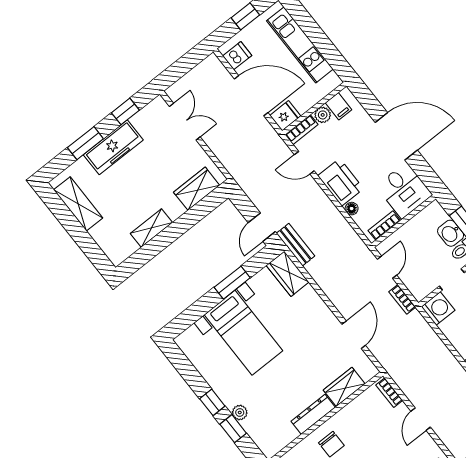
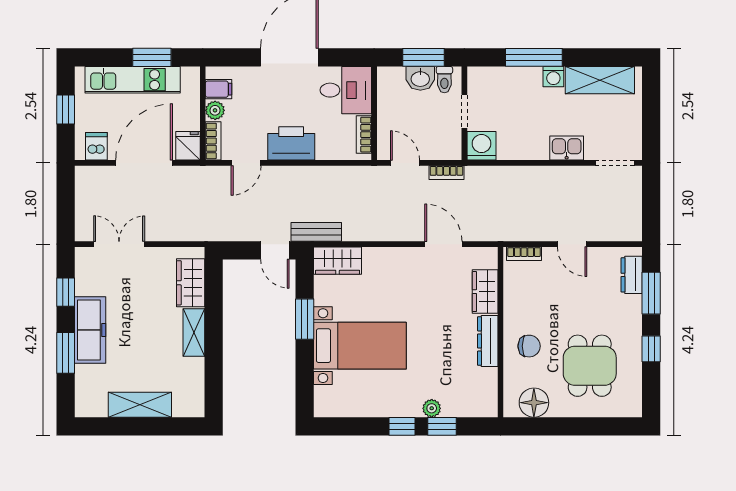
window: (325, 46) -> (152, 57), added
shelving: (78, 204) -> (140, 405), moved
floor lamp: (352, 209) -> (324, 153), removed
shelving: (151, 228) -> (194, 333), moved

